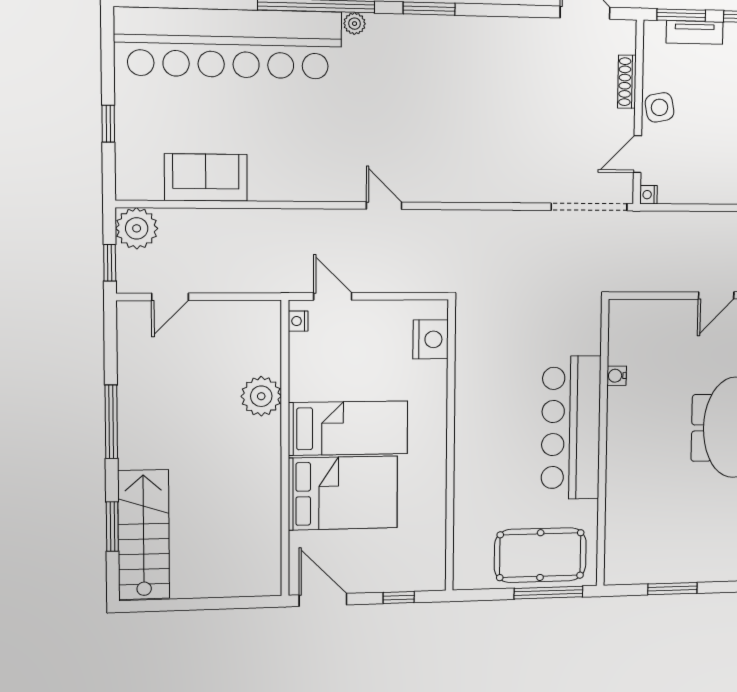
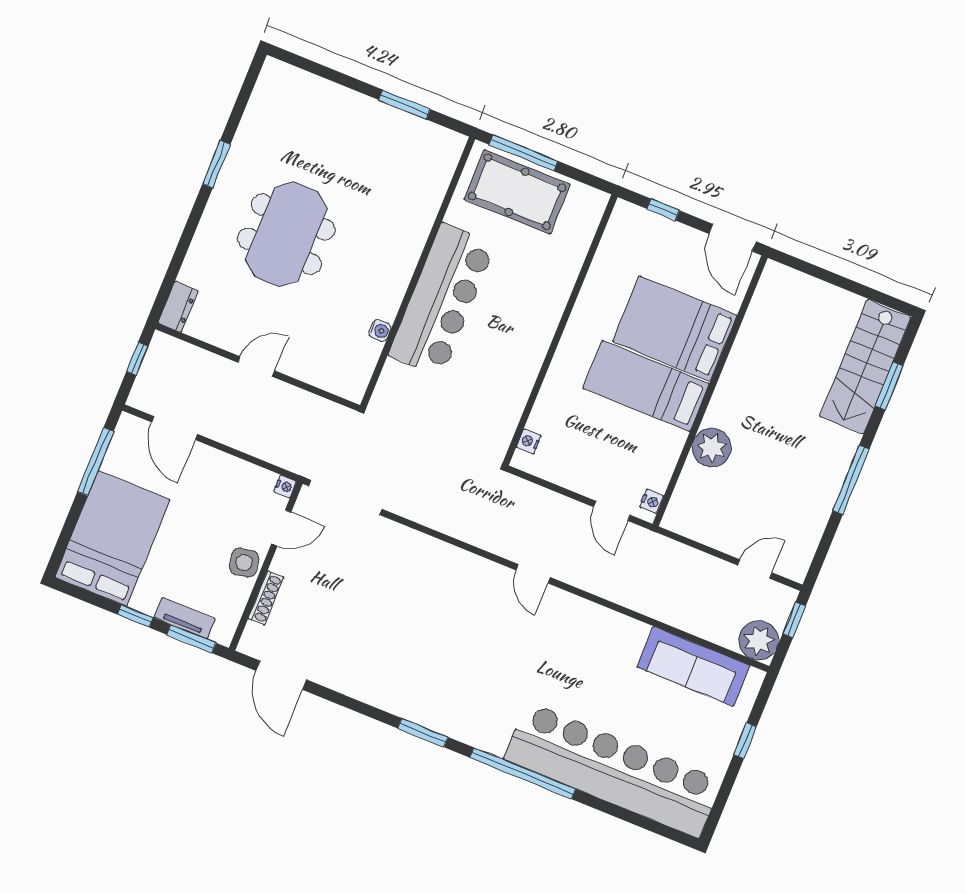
plant: (355, 24) -> (495, 745), removed
sofa: (206, 177) -> (693, 666), width x1.36
nightstand: (431, 339) -> (529, 441), width x0.53, depth x0.56

